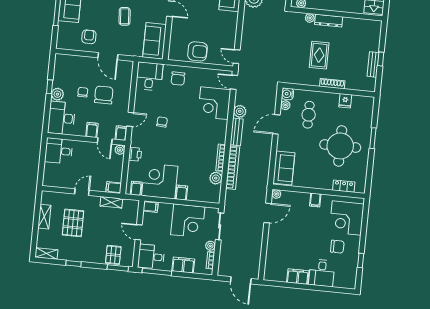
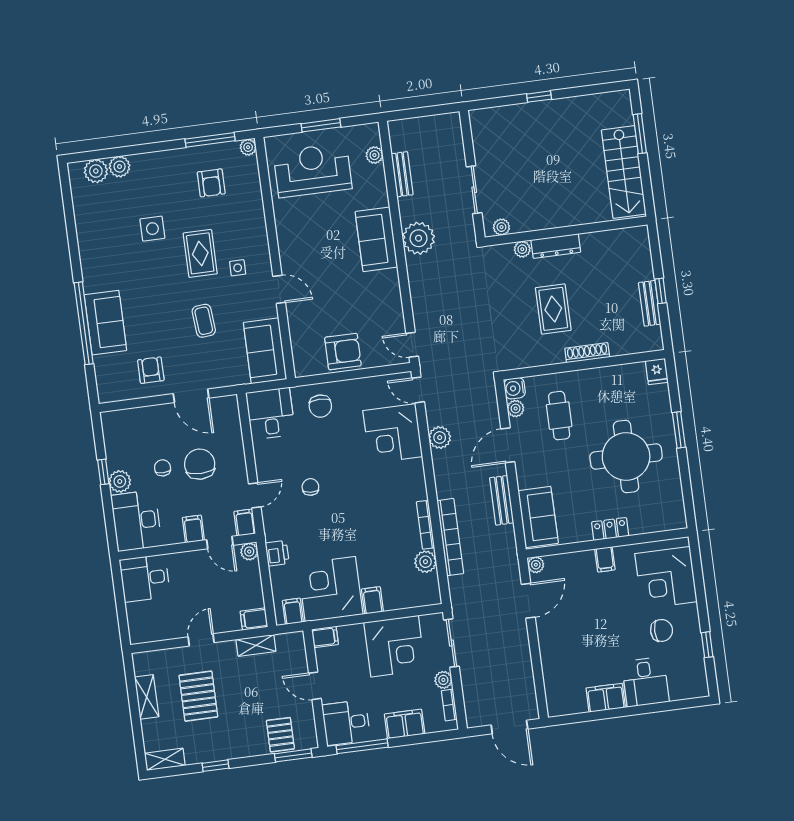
fridge: (345, 101) -> (657, 371), moved
bench: (237, 132) -> (502, 500), moved
locker: (344, 186) -> (610, 529), moved

